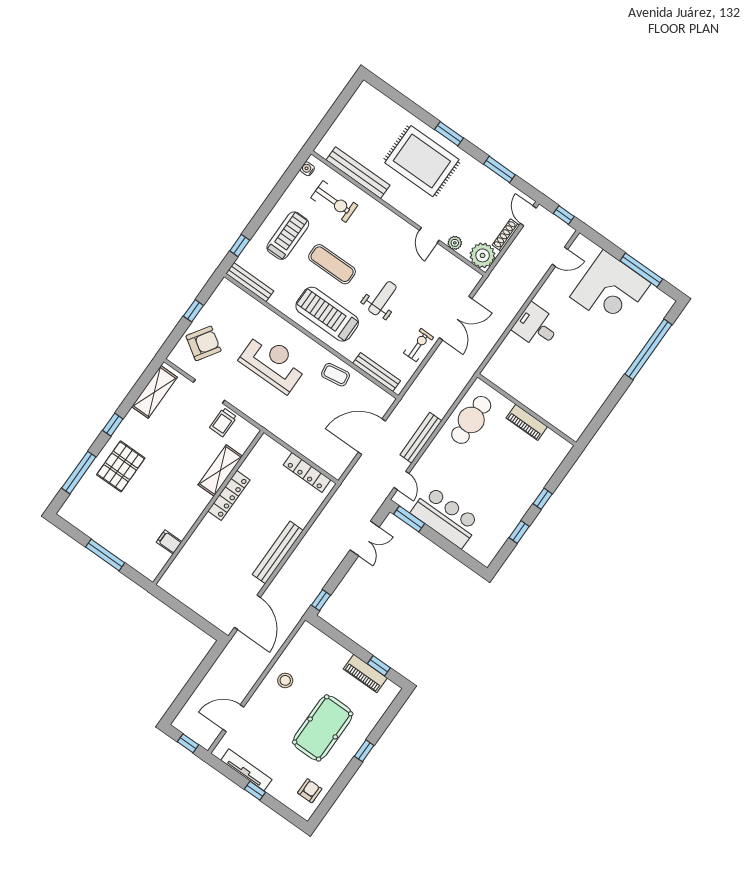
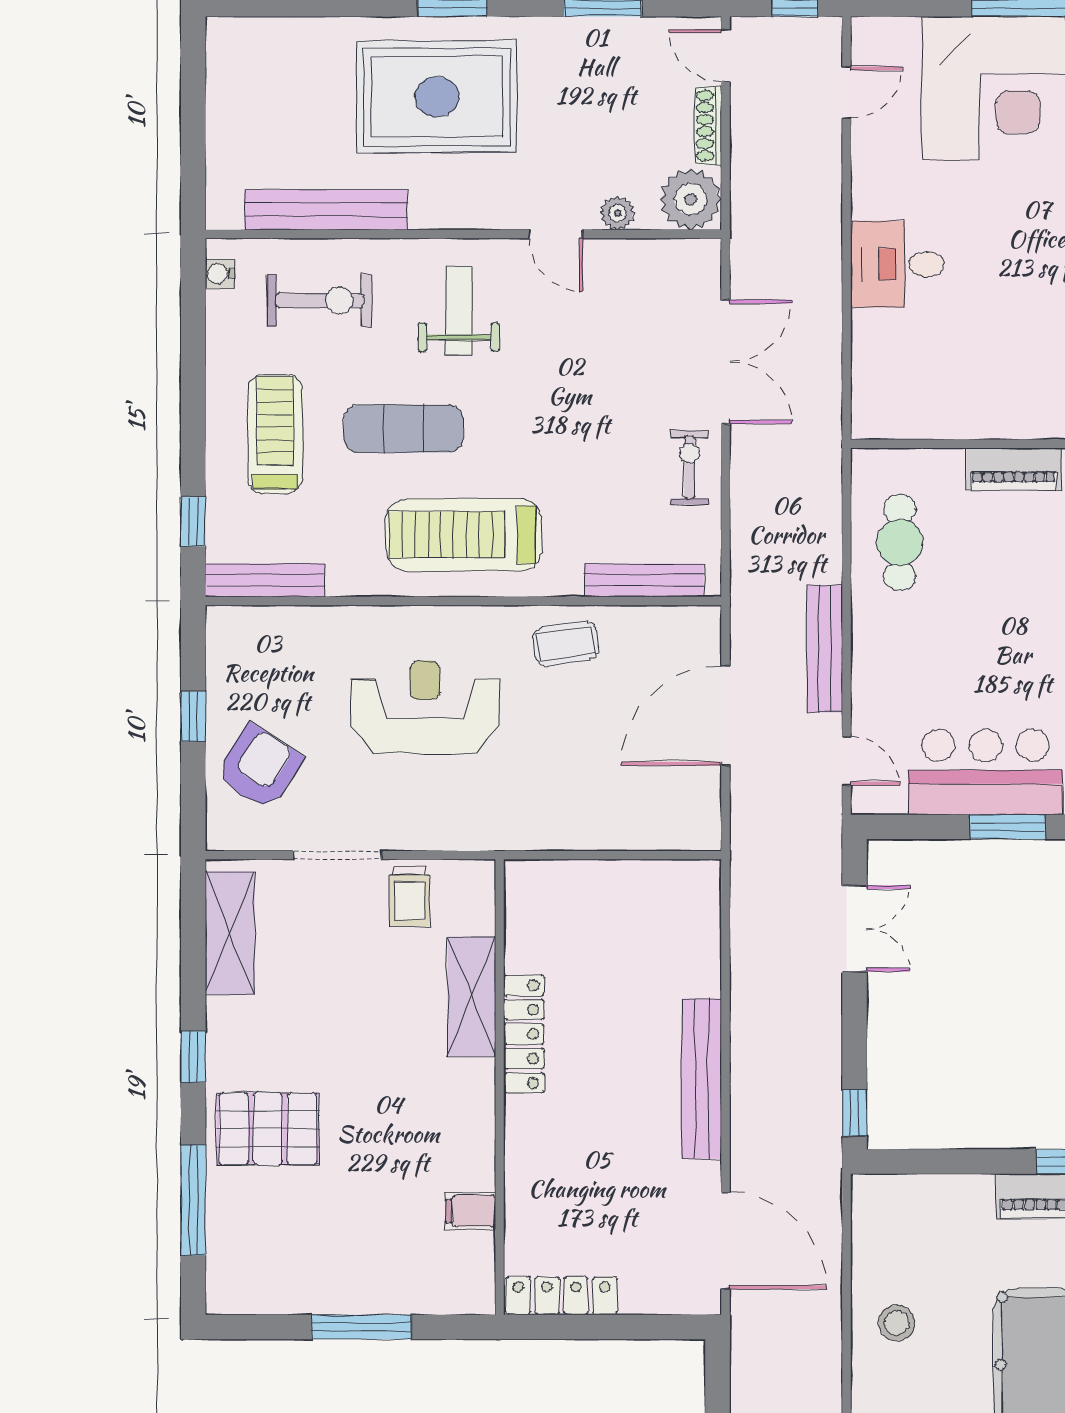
weight bench: (382, 298) -> (459, 311), moved
cafe table: (471, 420) -> (900, 542), width x0.73, depth x0.74
pallet: (121, 466) -> (268, 1129), turned 90
locker: (307, 472) -> (561, 1296), moved, turned 180
window: (409, 519) -> (1008, 827), moved

